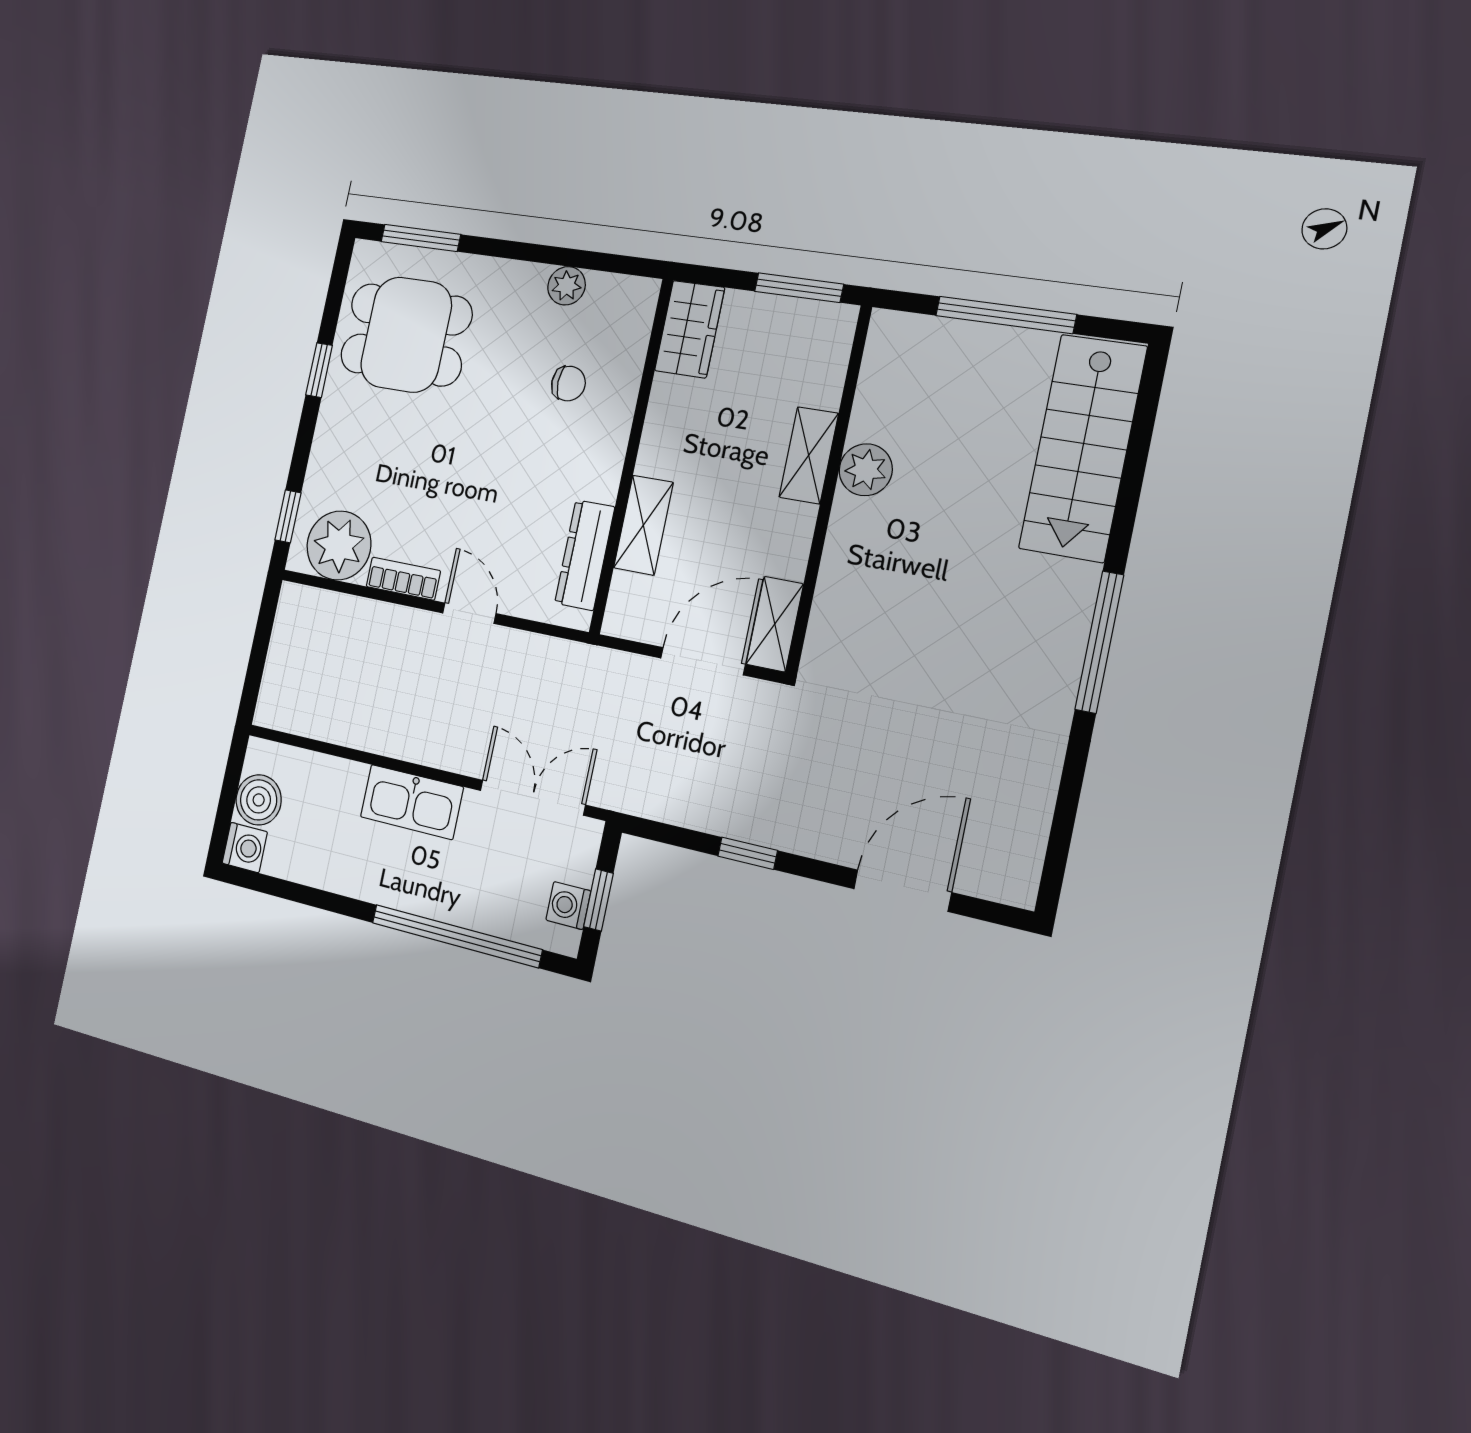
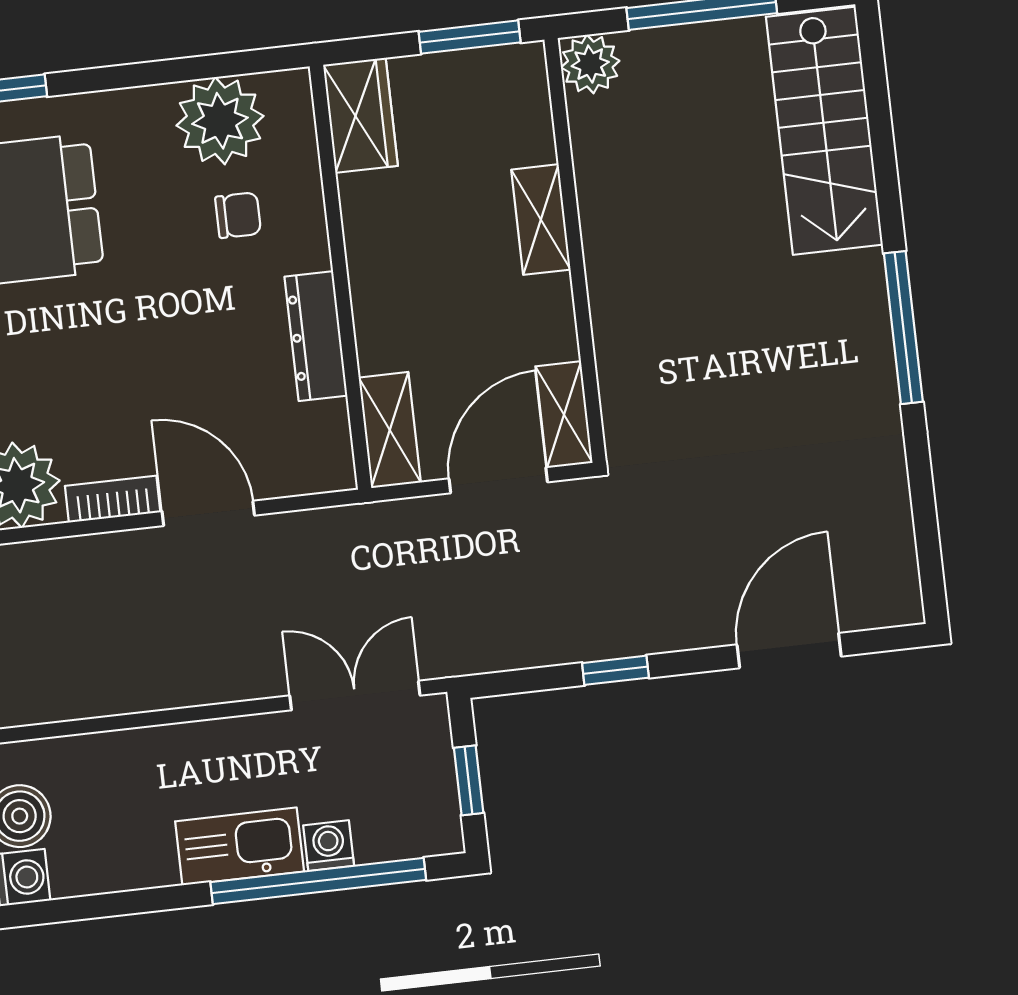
plant: (567, 286) -> (220, 121), width x1.87, depth x1.87
plant: (866, 470) -> (590, 64), moved
shelving: (643, 525) -> (390, 430), moved
dresser: (585, 555) -> (316, 336), moved
door: (469, 613) -> (208, 513), width x1.38
kitchen sink: (412, 802) -> (240, 846), moved, turned 180
washing machine: (568, 906) -> (329, 846), moved, turned 90

